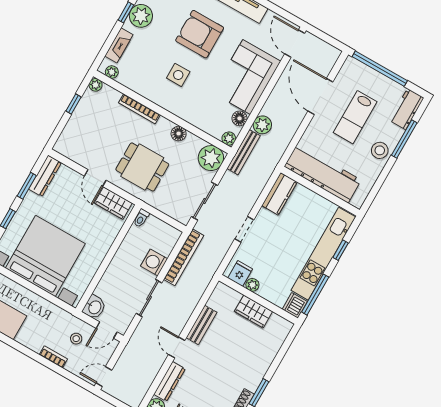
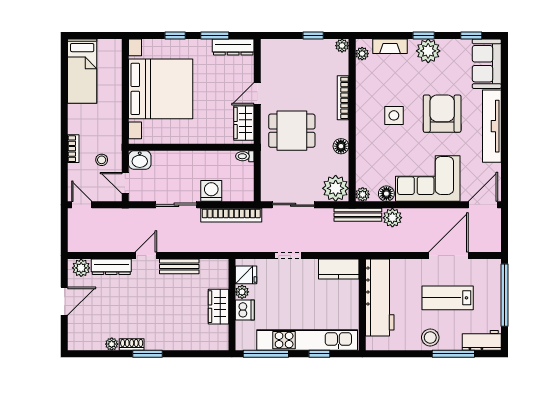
dining table: (142, 167) -> (292, 131), turned 90
dishwasher: (295, 305) -> (245, 310), moved, turned 90

